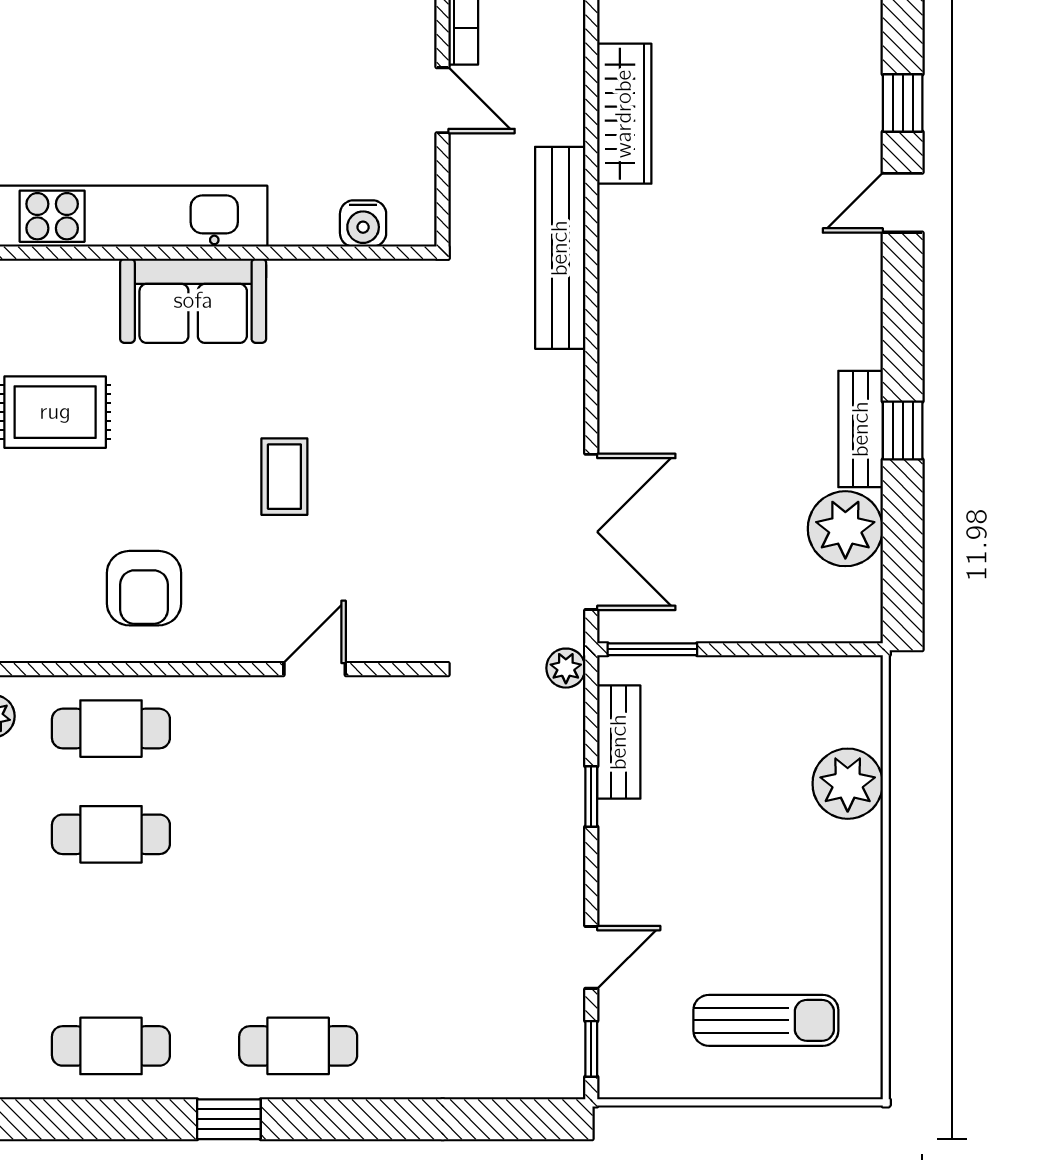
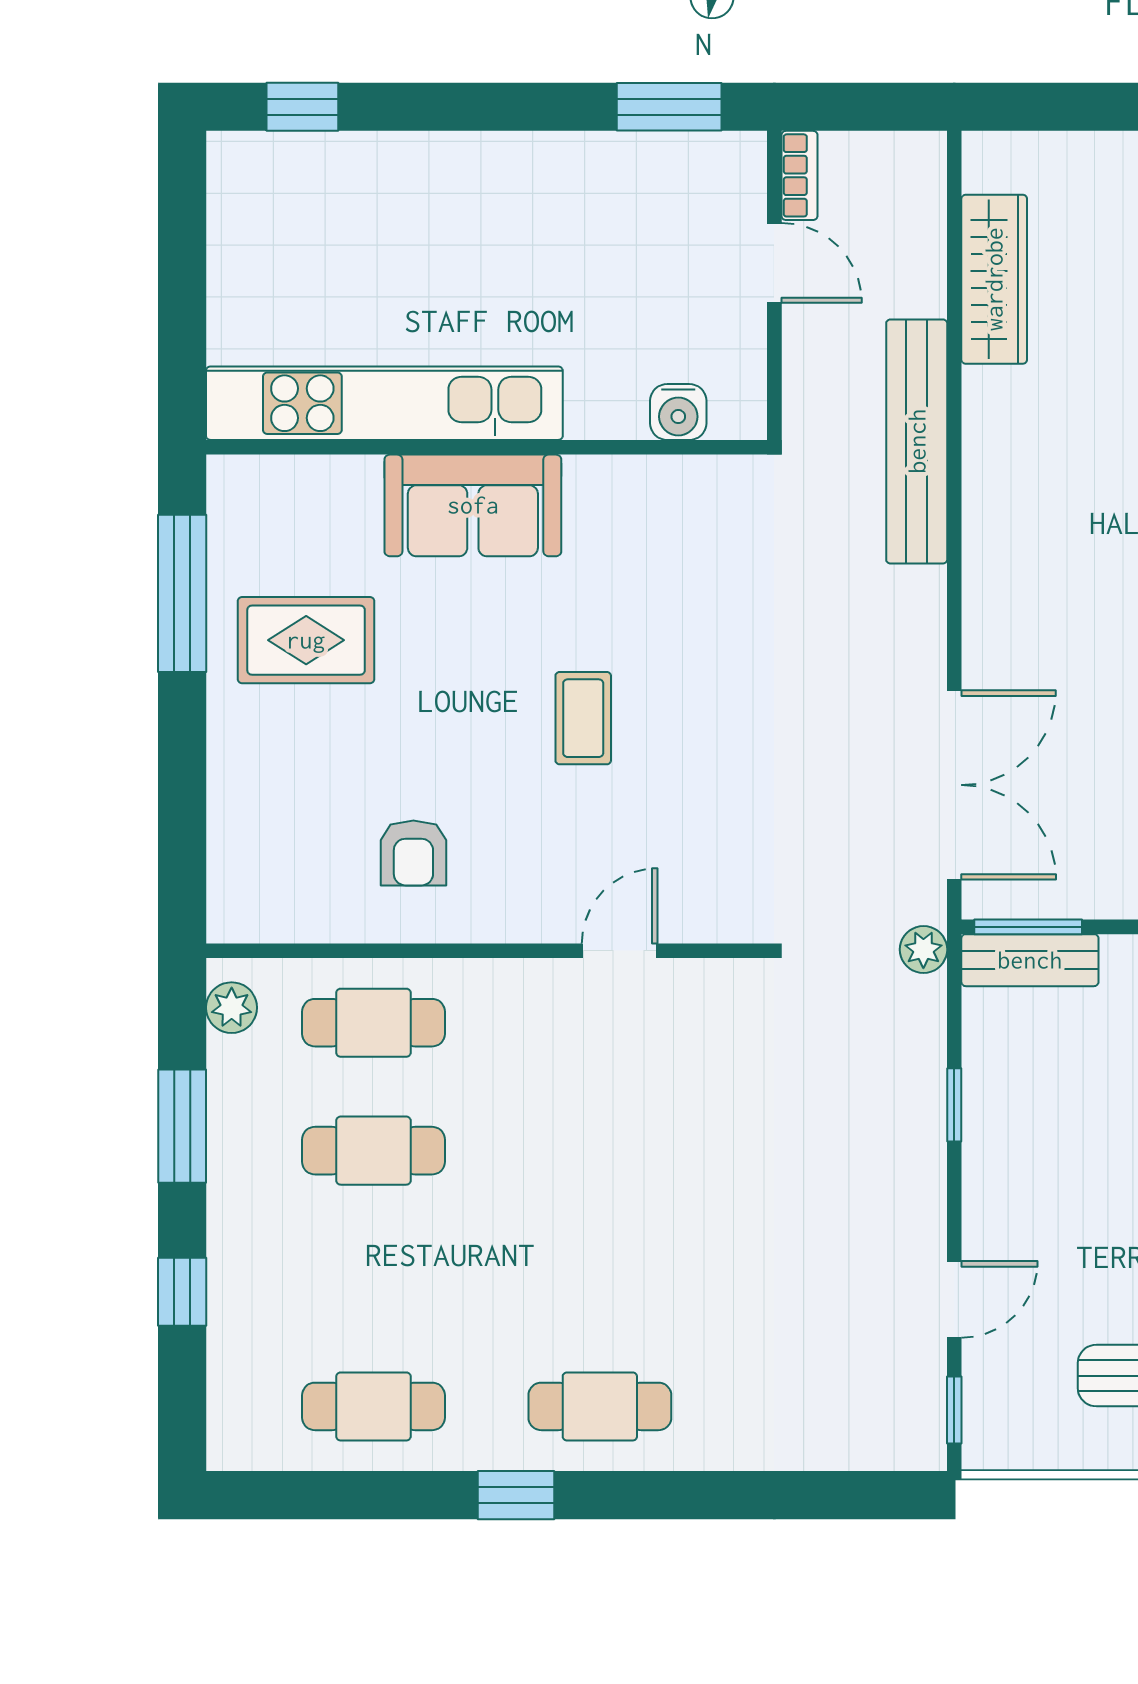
armchair: (144, 588) -> (413, 853), width x0.72, depth x0.72
bench: (619, 742) -> (1030, 960), moved, turned 90

